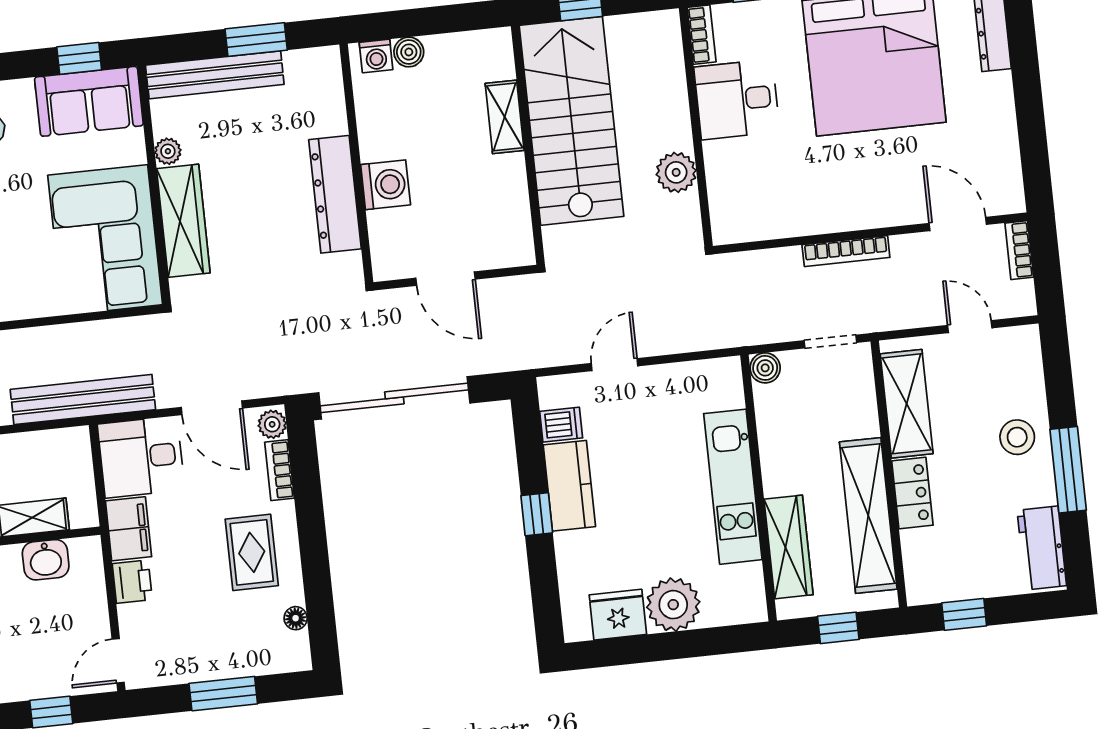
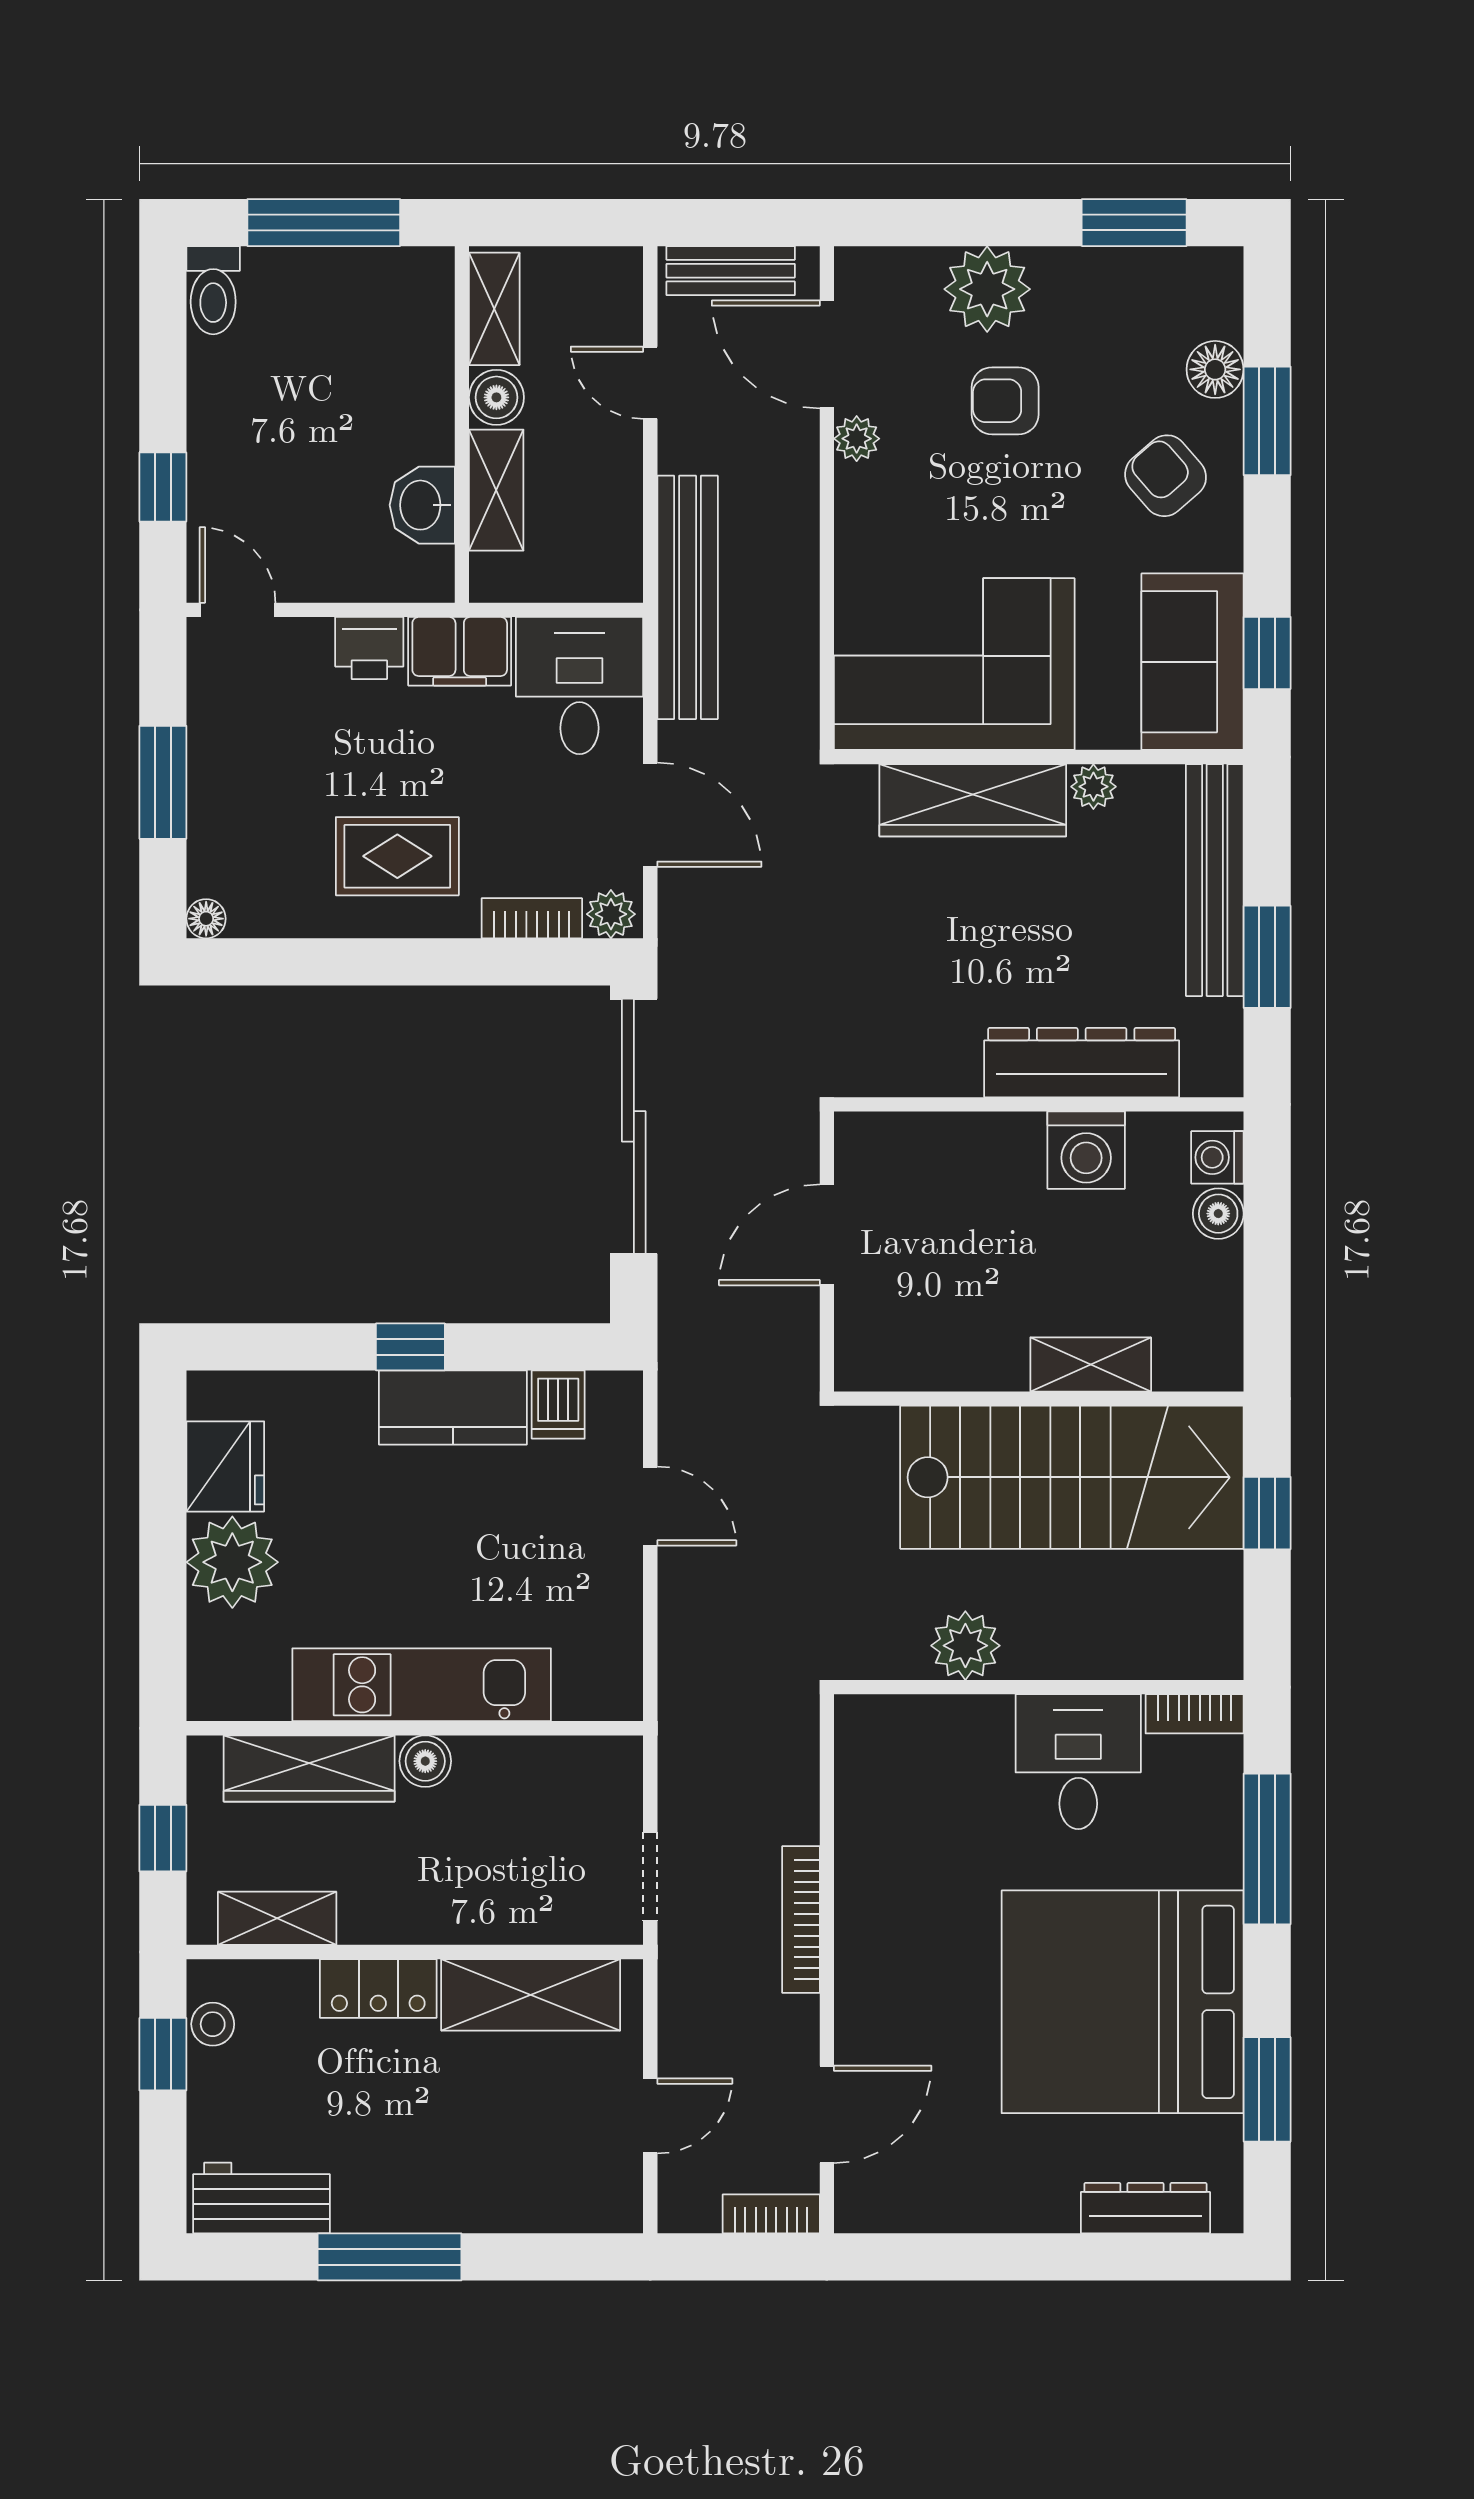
washing machine: (386, 185) -> (1086, 1150), moved
dresser: (335, 194) -> (1082, 1063), moved
boiler: (765, 368) -> (425, 1761), moved
door: (212, 408) -> (650, 815), swing flipped
stool: (1017, 437) -> (213, 2024), moved, width x0.73, depth x0.73
shelving: (868, 515) -> (277, 1918), width x0.45, depth x0.75
floor lamp: (296, 618) -> (206, 919), moved

